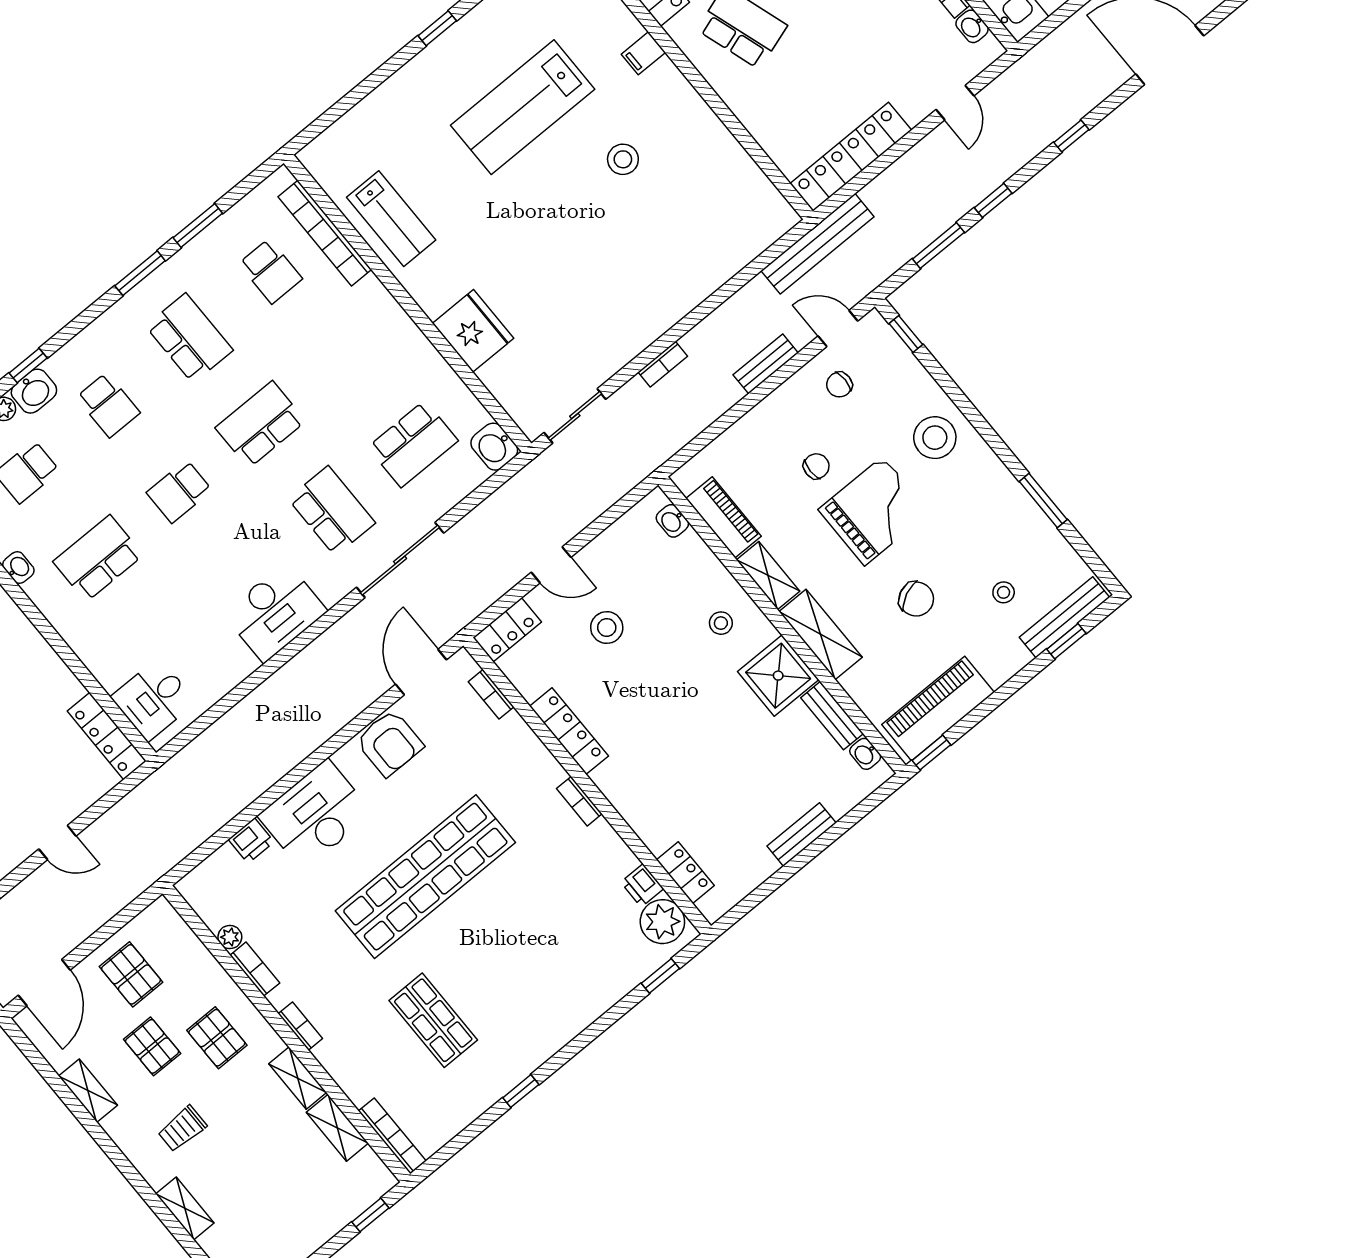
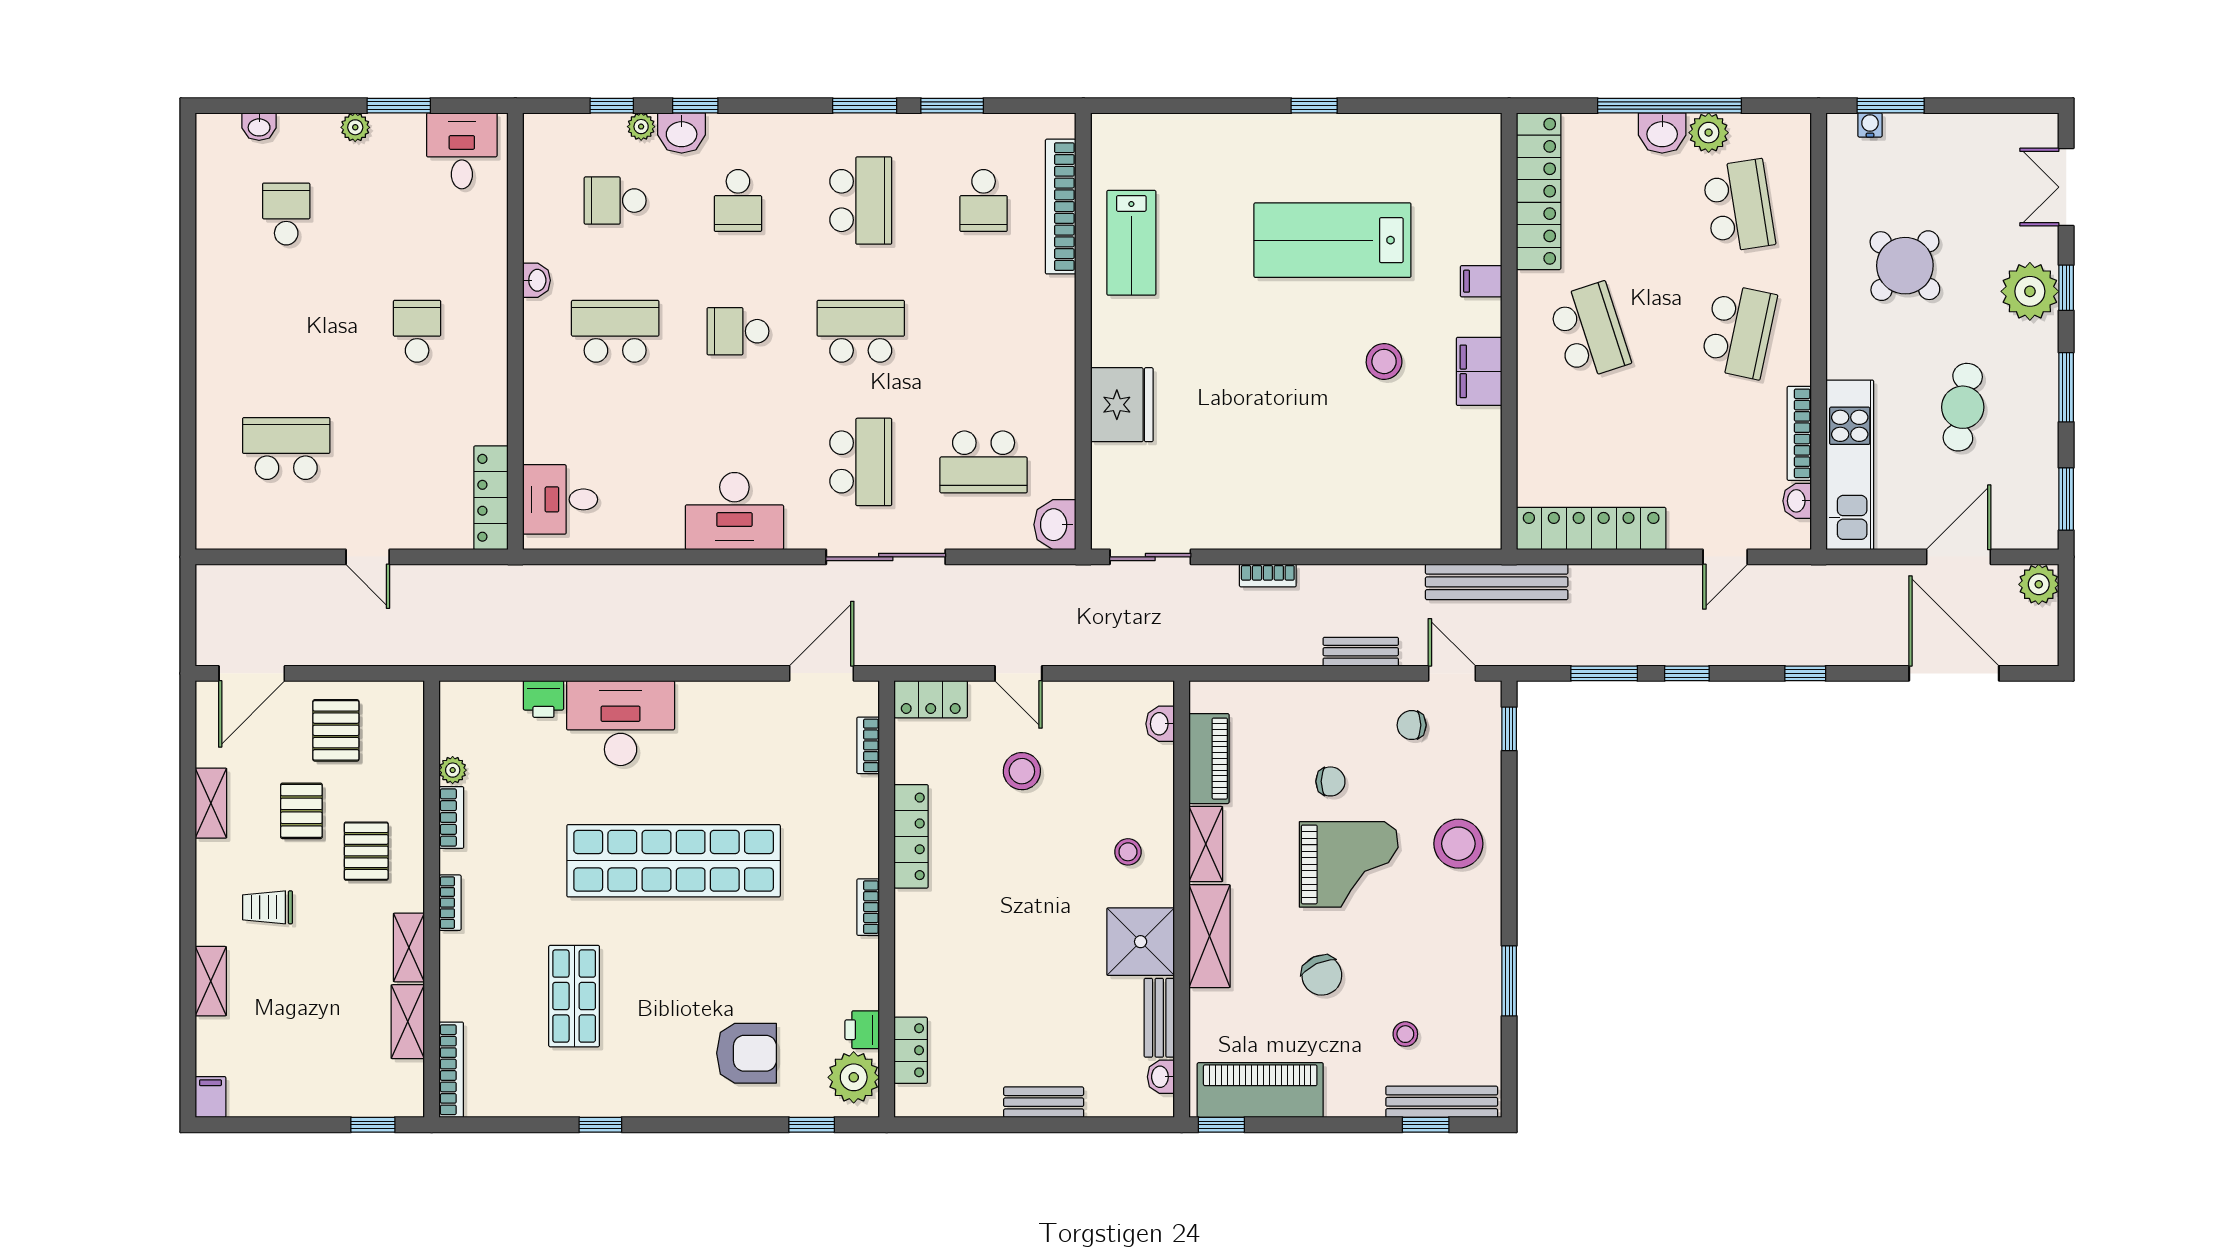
filing cabinet: (691, 114) -> (1479, 371), added
armchair: (389, 743) -> (747, 1053), moved, turned -90

